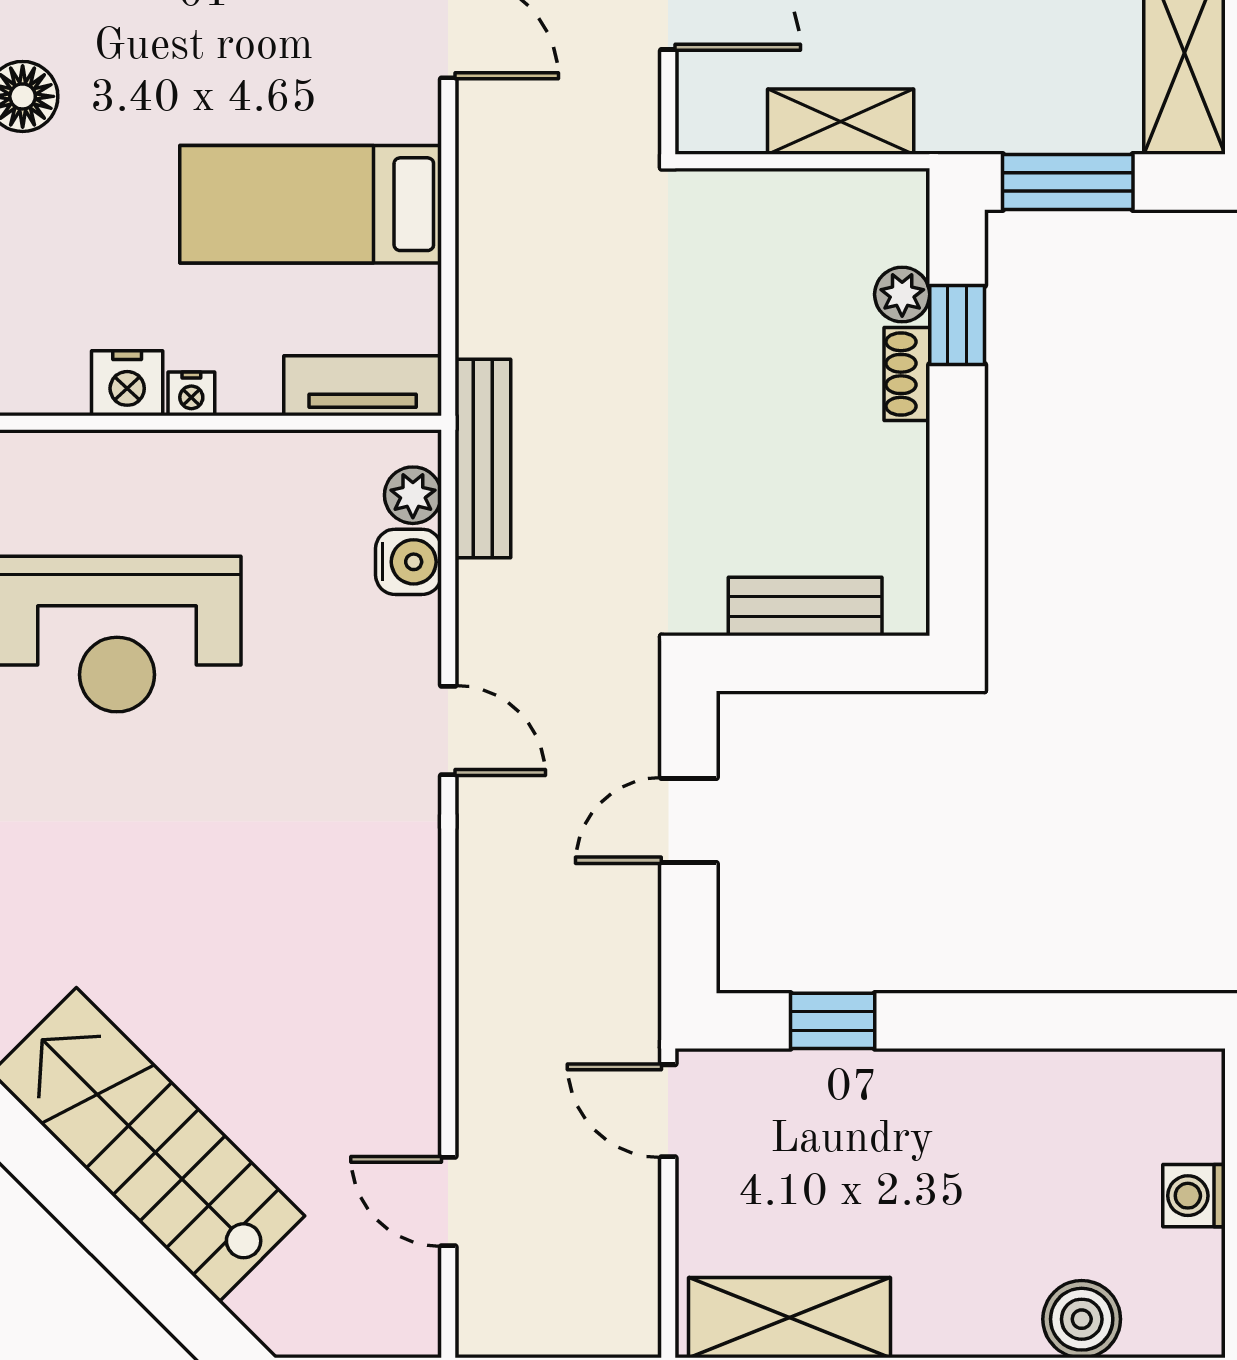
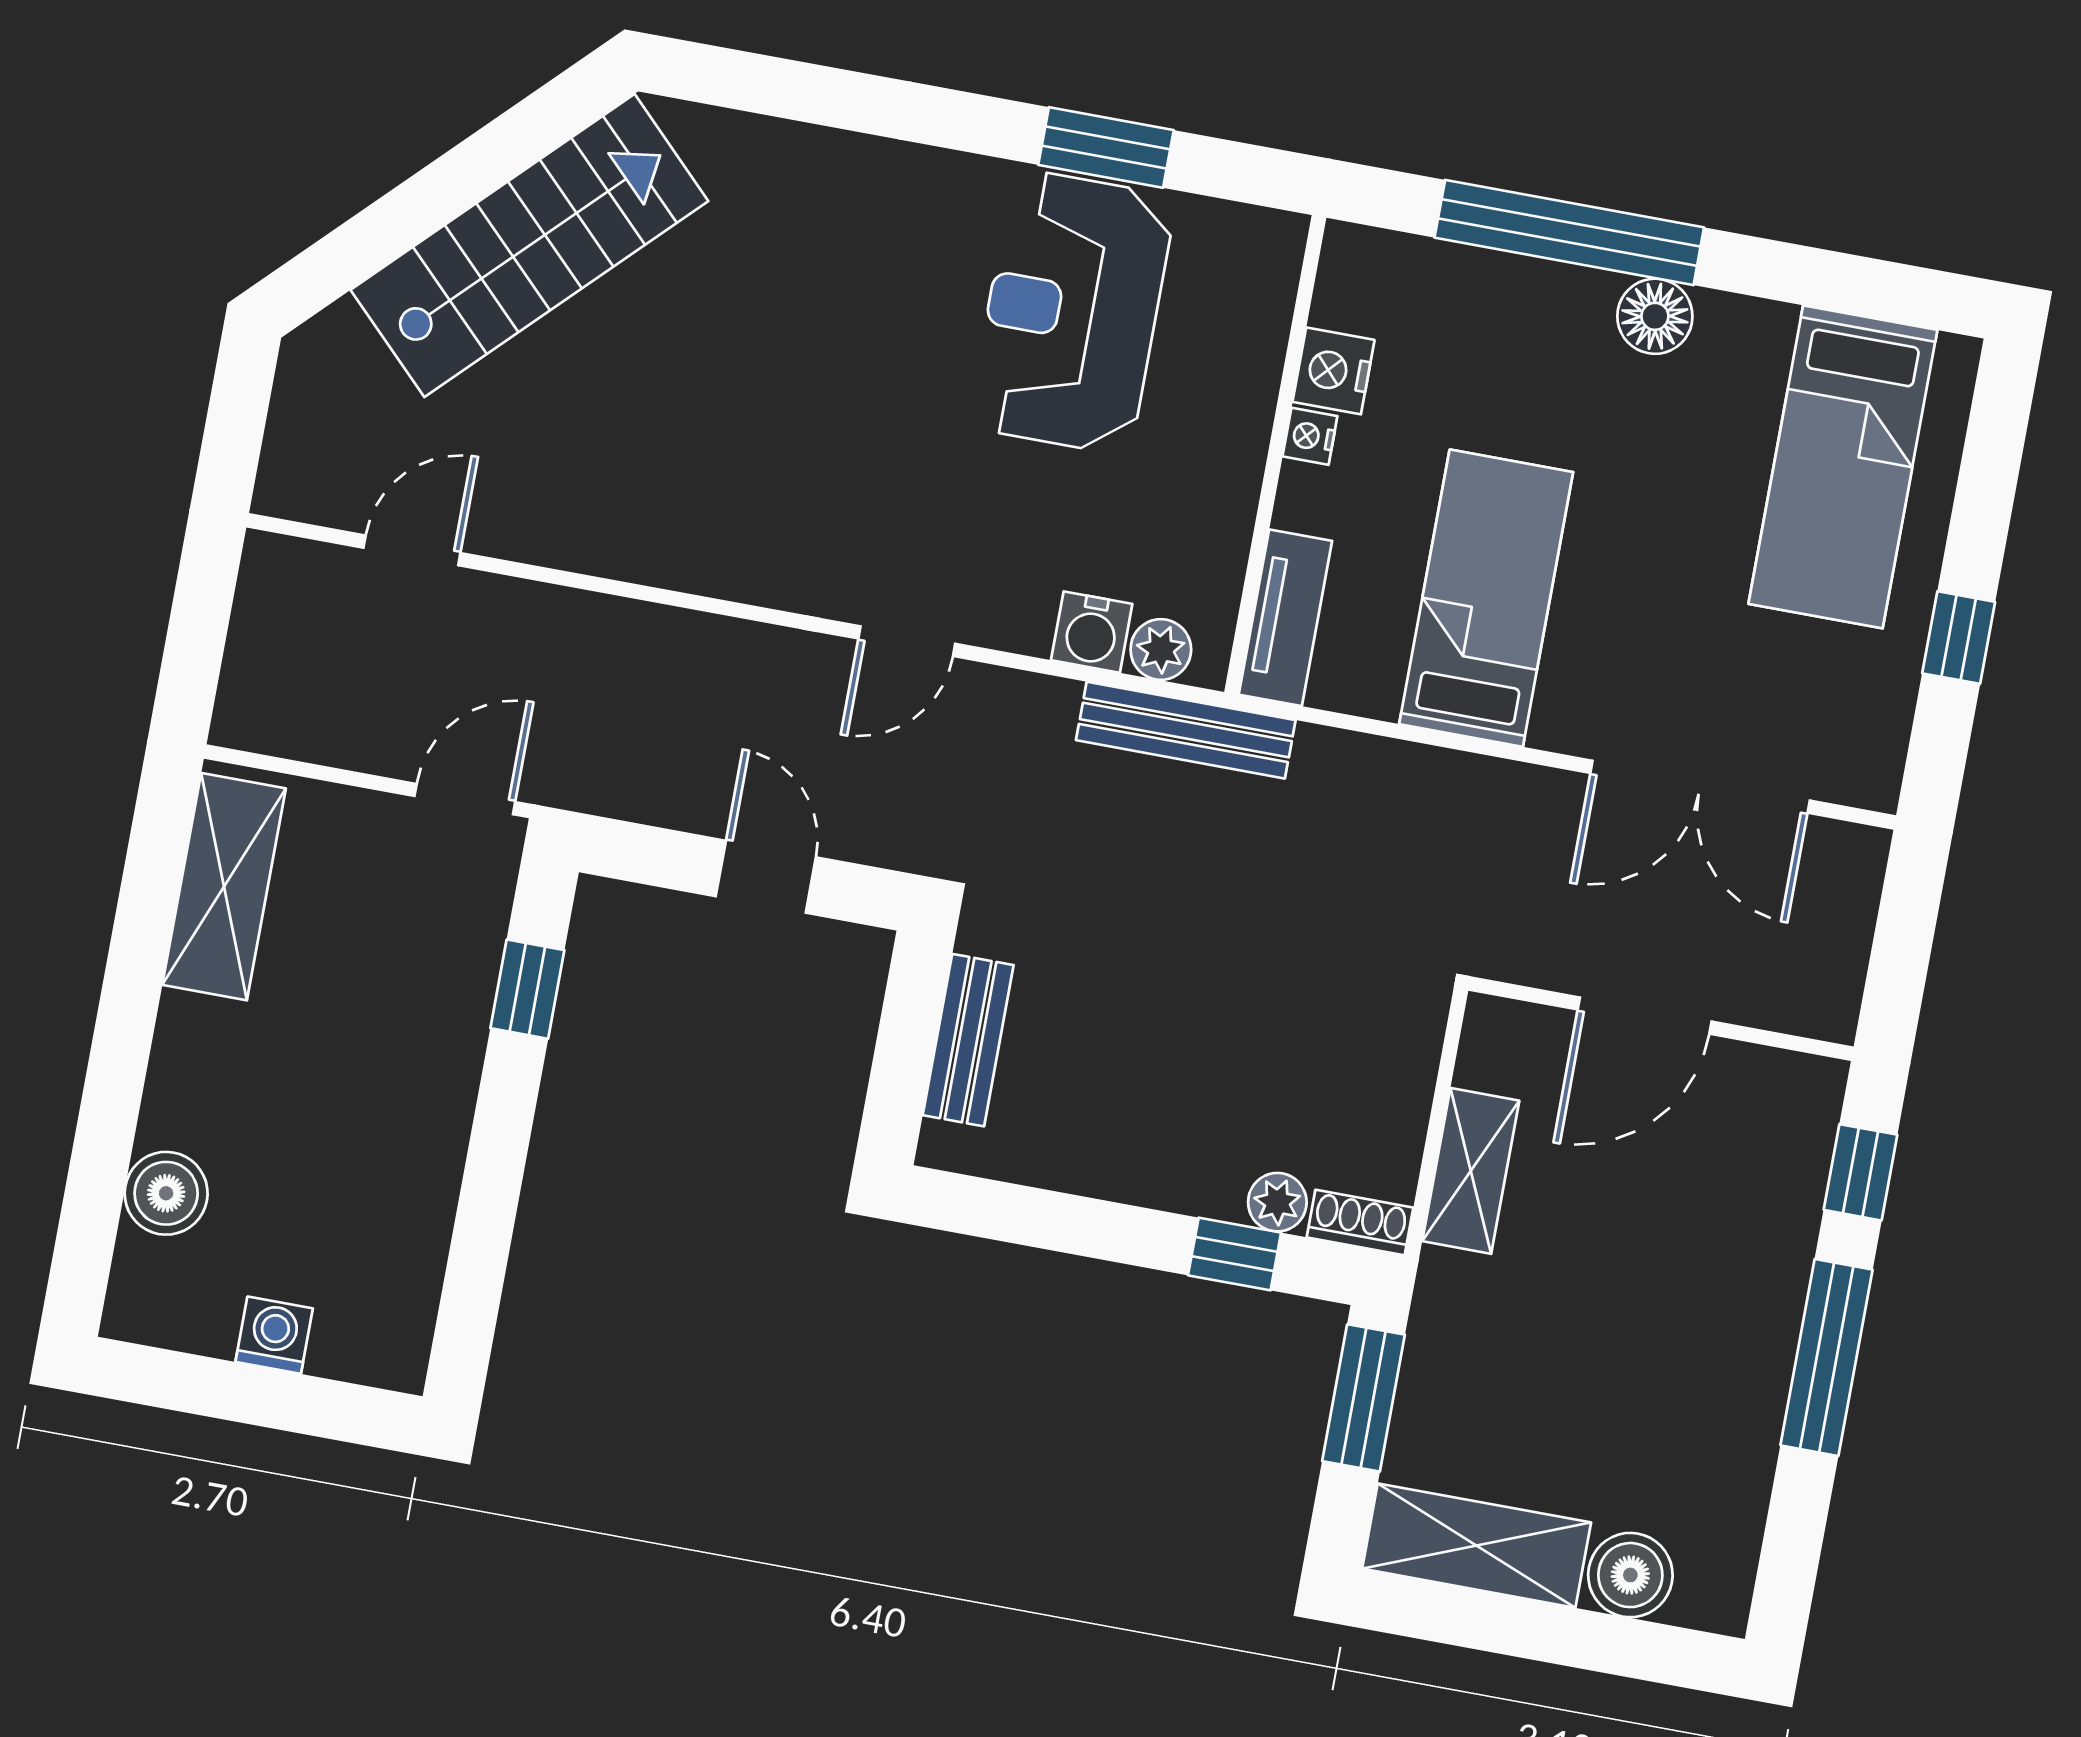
shoe rack: (907, 374) -> (1360, 1223), moved

